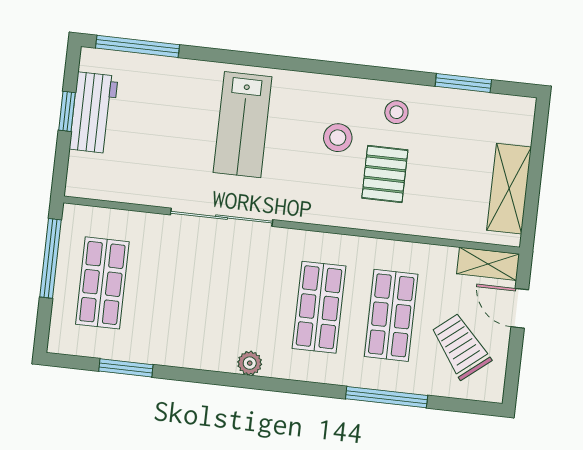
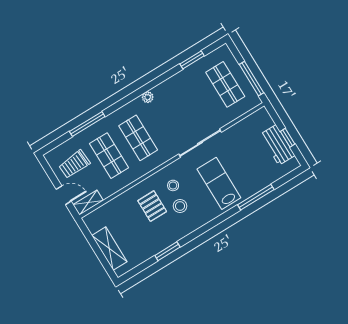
window: (138, 46) -> (256, 197), moved
window: (463, 83) -> (167, 251), moved
stool: (396, 112) -> (173, 185), moved
shelving: (509, 189) -> (109, 249), moved
trolley: (461, 346) -> (74, 164), turned 125

